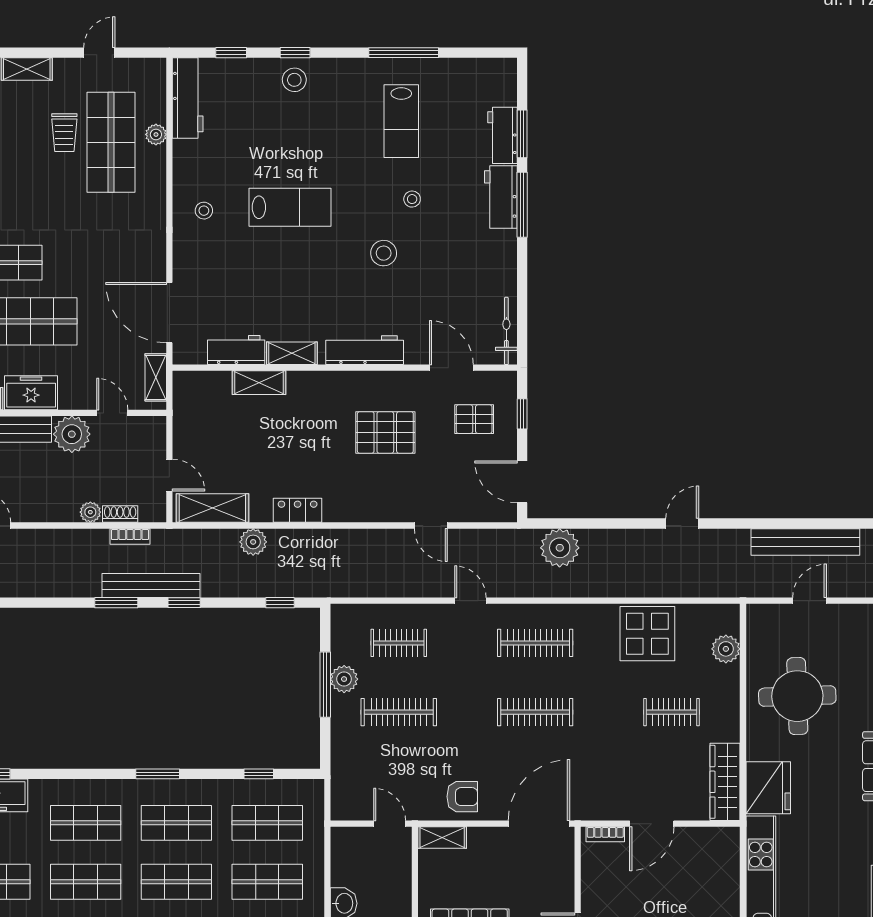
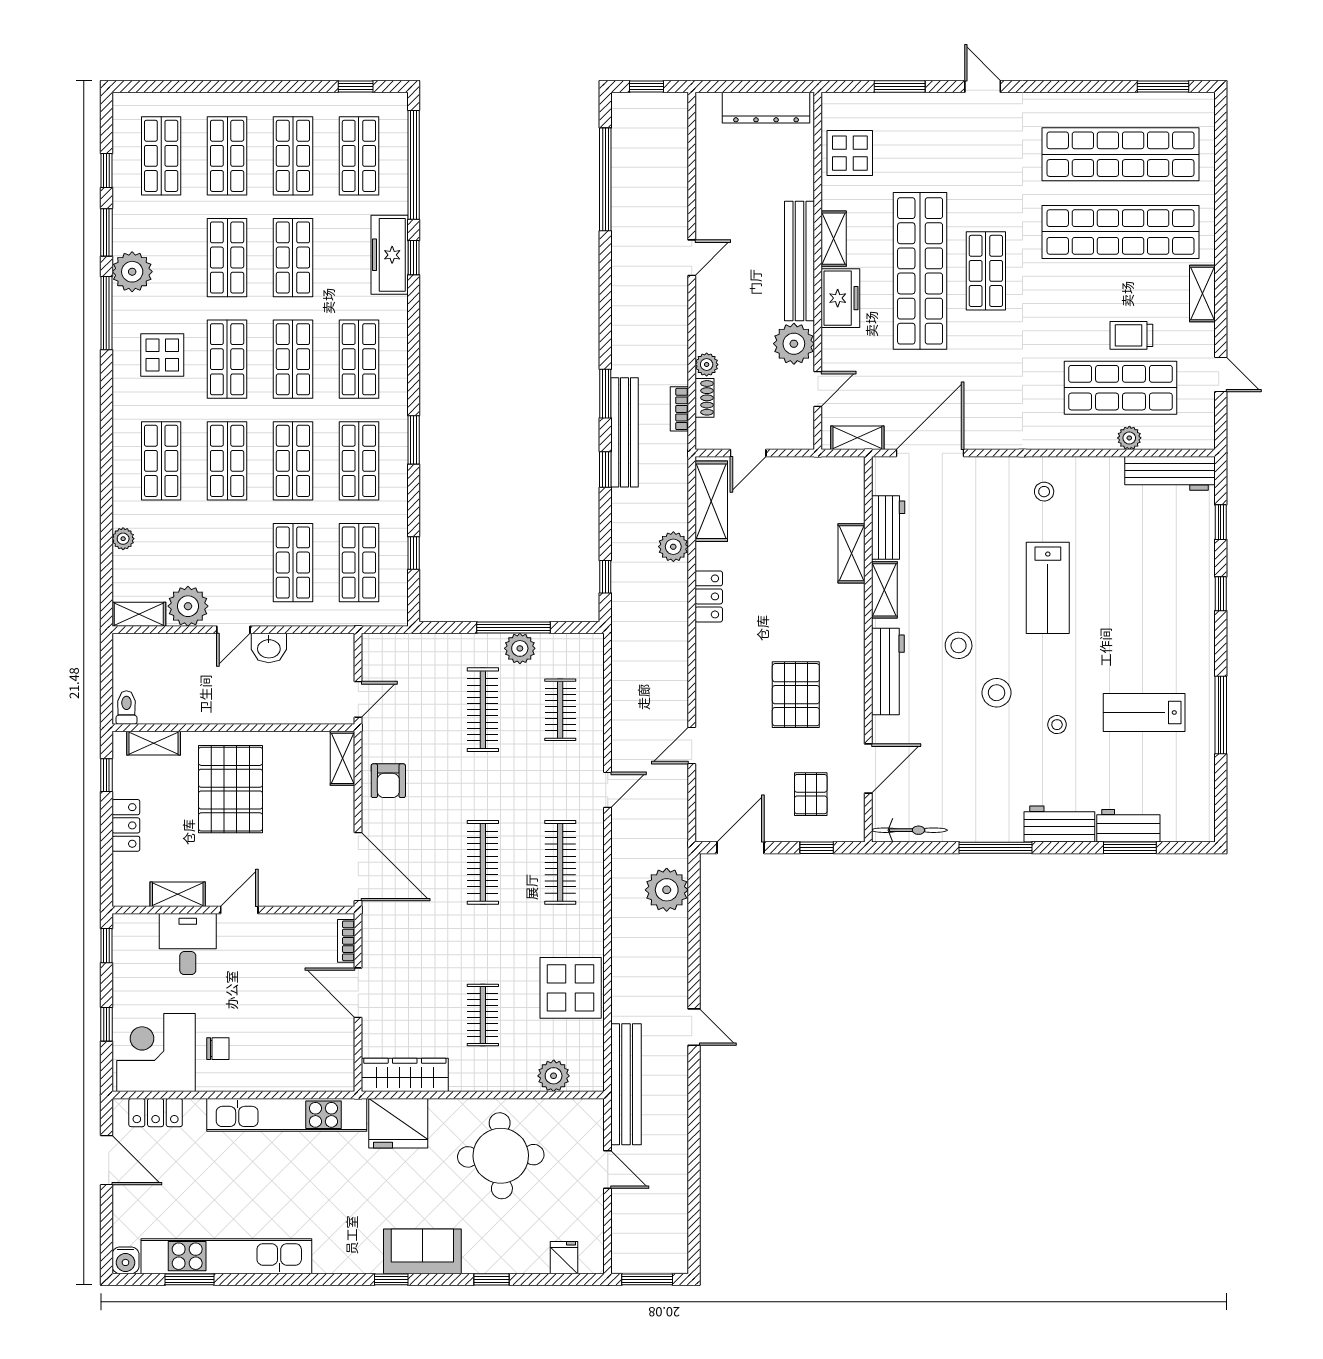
stool: (294, 80) -> (959, 645), moved
window: (522, 205) -> (995, 848), moved
bench: (805, 542) -> (626, 1084), moved

